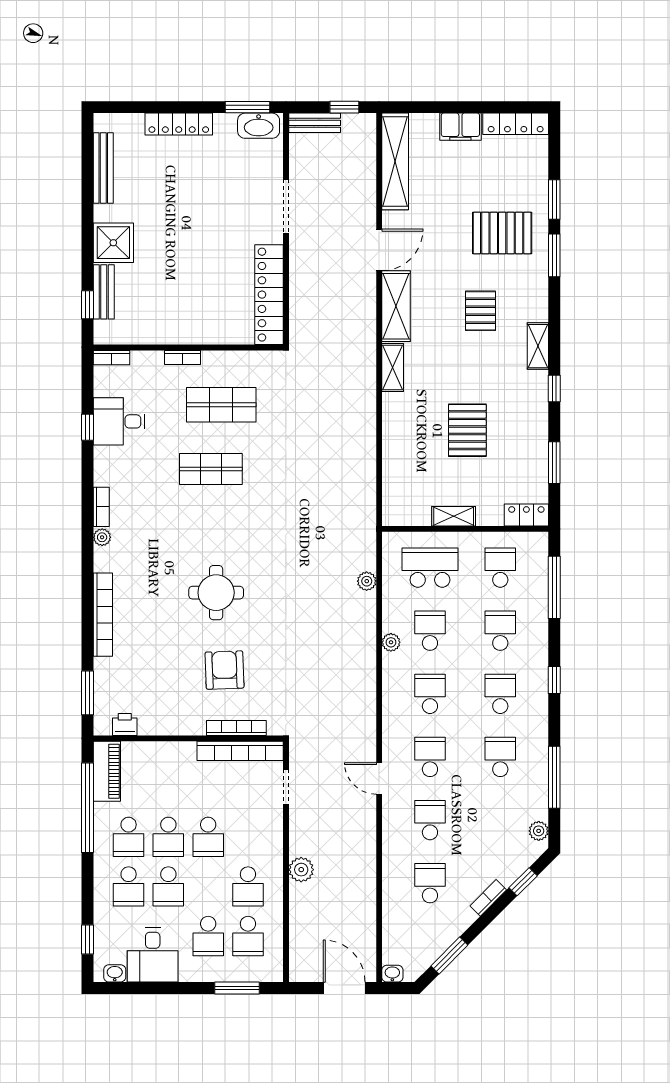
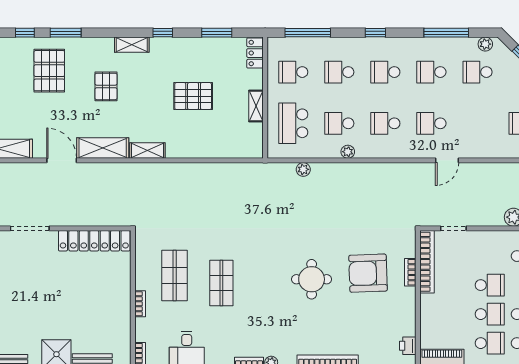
window: (554, 199) -> (25, 33), width x0.67
pallet: (481, 311) -> (106, 86), turned 90
armchair: (225, 670) -> (368, 273), width x1.36, depth x1.36
bookcase: (236, 728) -> (410, 272), width x0.64
school desk: (430, 820) -> (477, 72), moved

